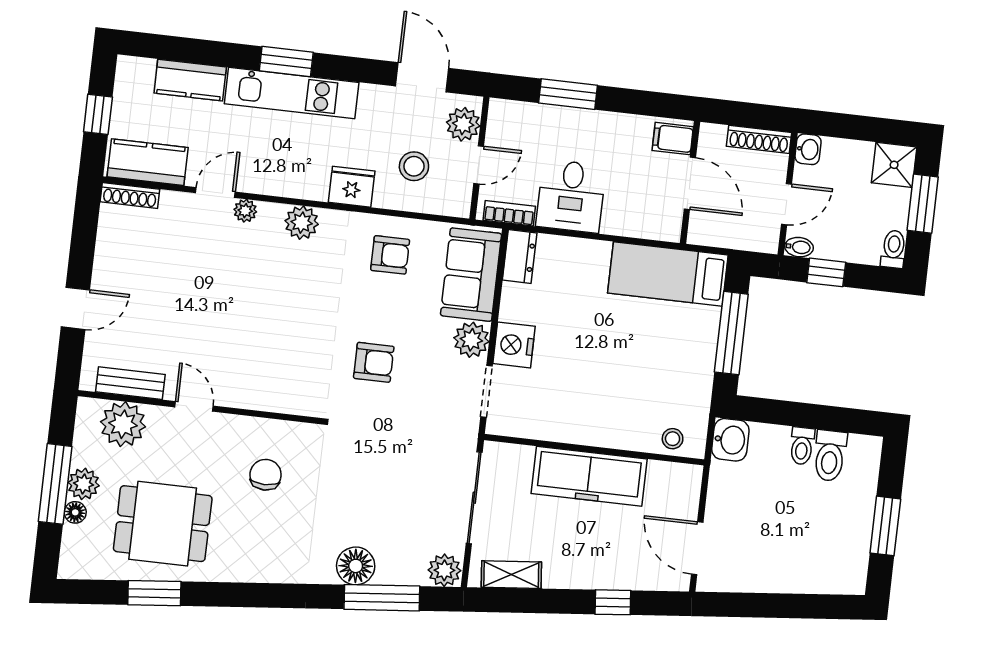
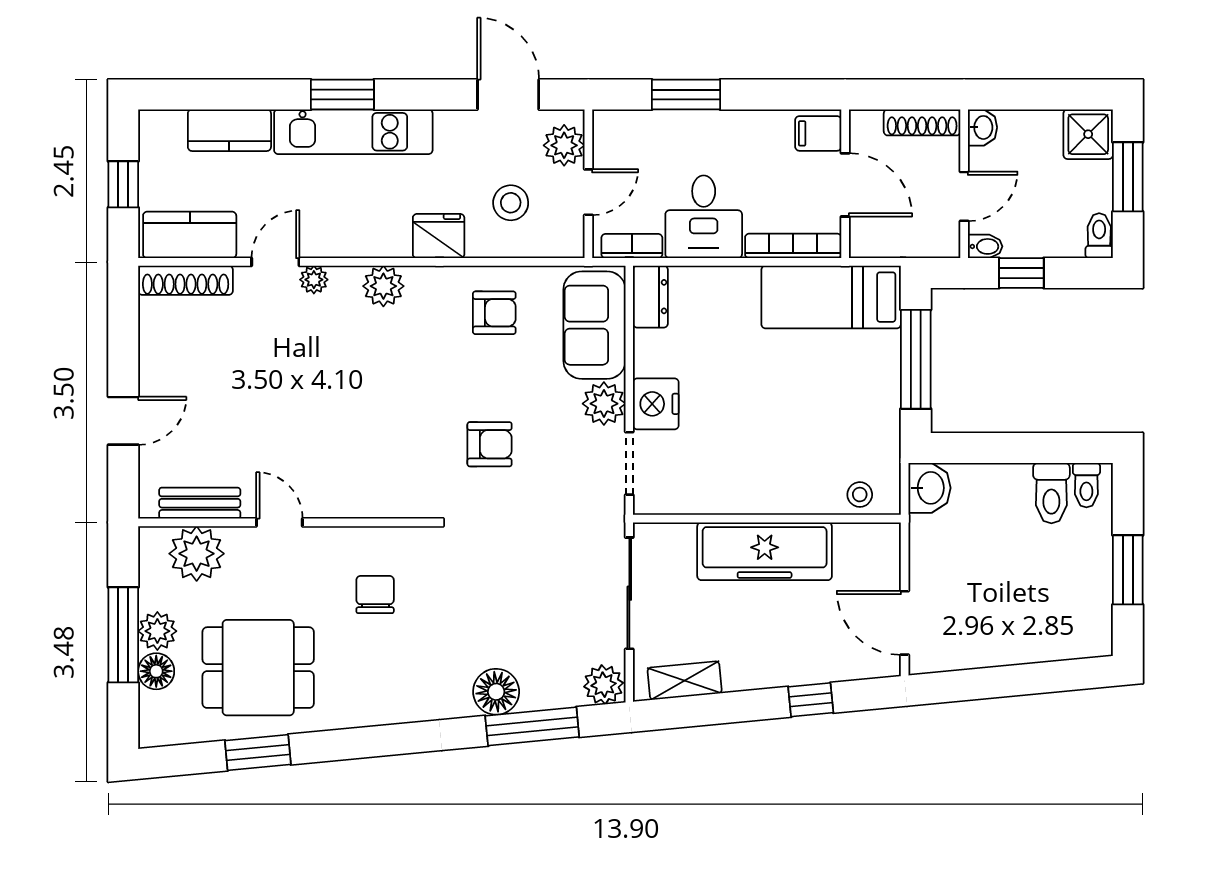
shoe rack: (130, 196) -> (186, 280), width x1.36, depth x1.24
bookcase: (642, 228) -> (793, 246), added
toilet: (802, 446) -> (1086, 485), moved
floor lamp: (75, 512) -> (156, 671), width x1.37, depth x1.37

